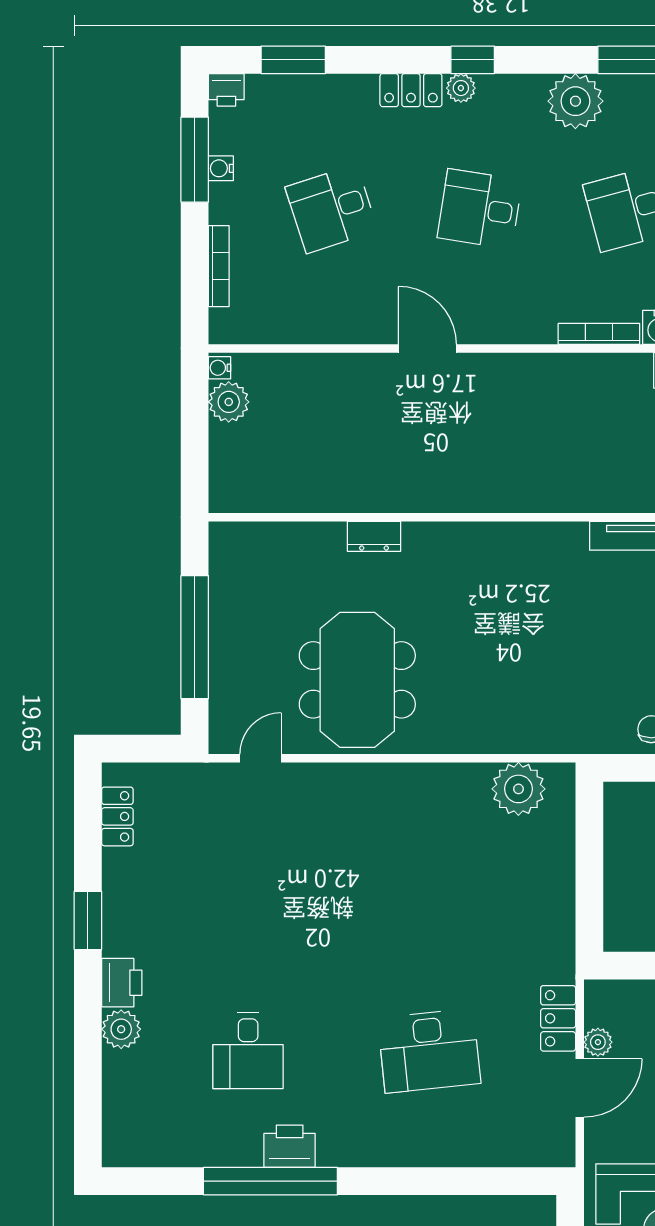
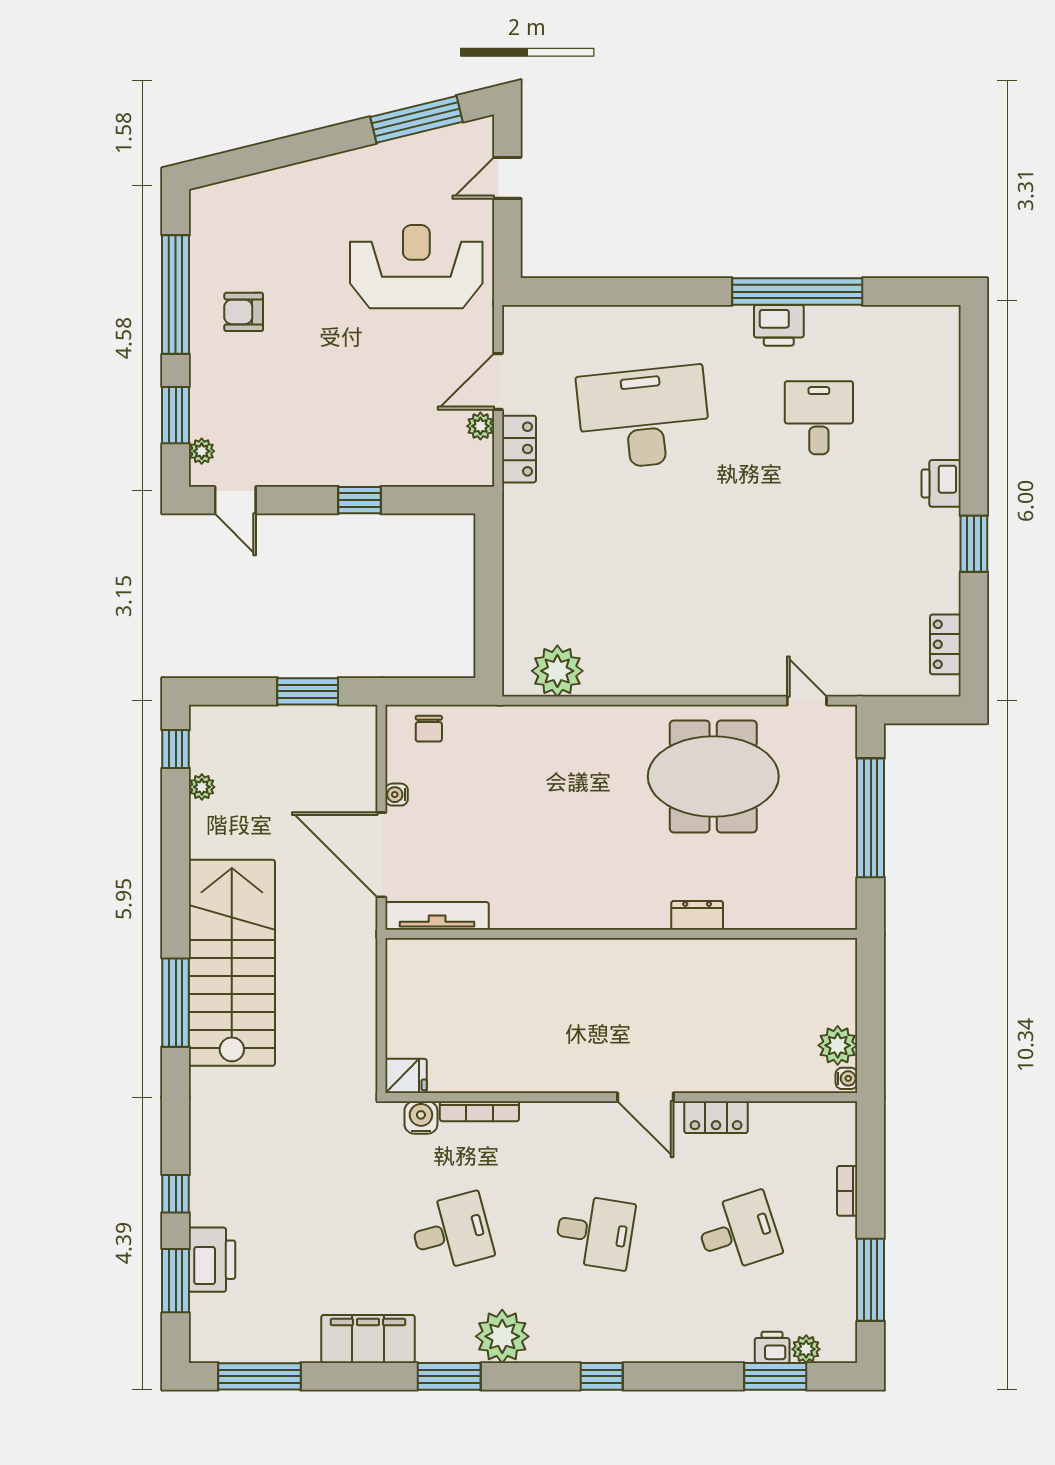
plant: (461, 88) -> (806, 1349), moved
printer: (226, 90) -> (772, 1347), moved
locker: (411, 90) -> (716, 1117), moved, turned 180
water cooler: (221, 168) -> (845, 1271), removed
bookcase: (219, 266) -> (847, 1191), width x0.64
meeting table: (357, 680) -> (713, 776), turned 90
door: (260, 758) -> (807, 701), swing flipped
plant: (121, 1029) -> (942, 439), removed
desk: (429, 1051) -> (644, 418), width x1.36, depth x1.30

